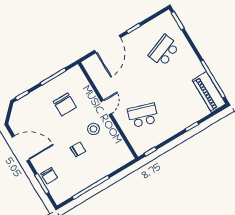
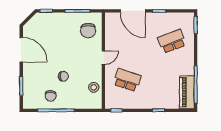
door: (108, 44) -> (133, 11), hinge flipped
chair: (65, 104) -> (88, 31), moved
stool: (93, 129) -> (94, 87), moved
chair: (49, 176) -> (51, 96), moved

